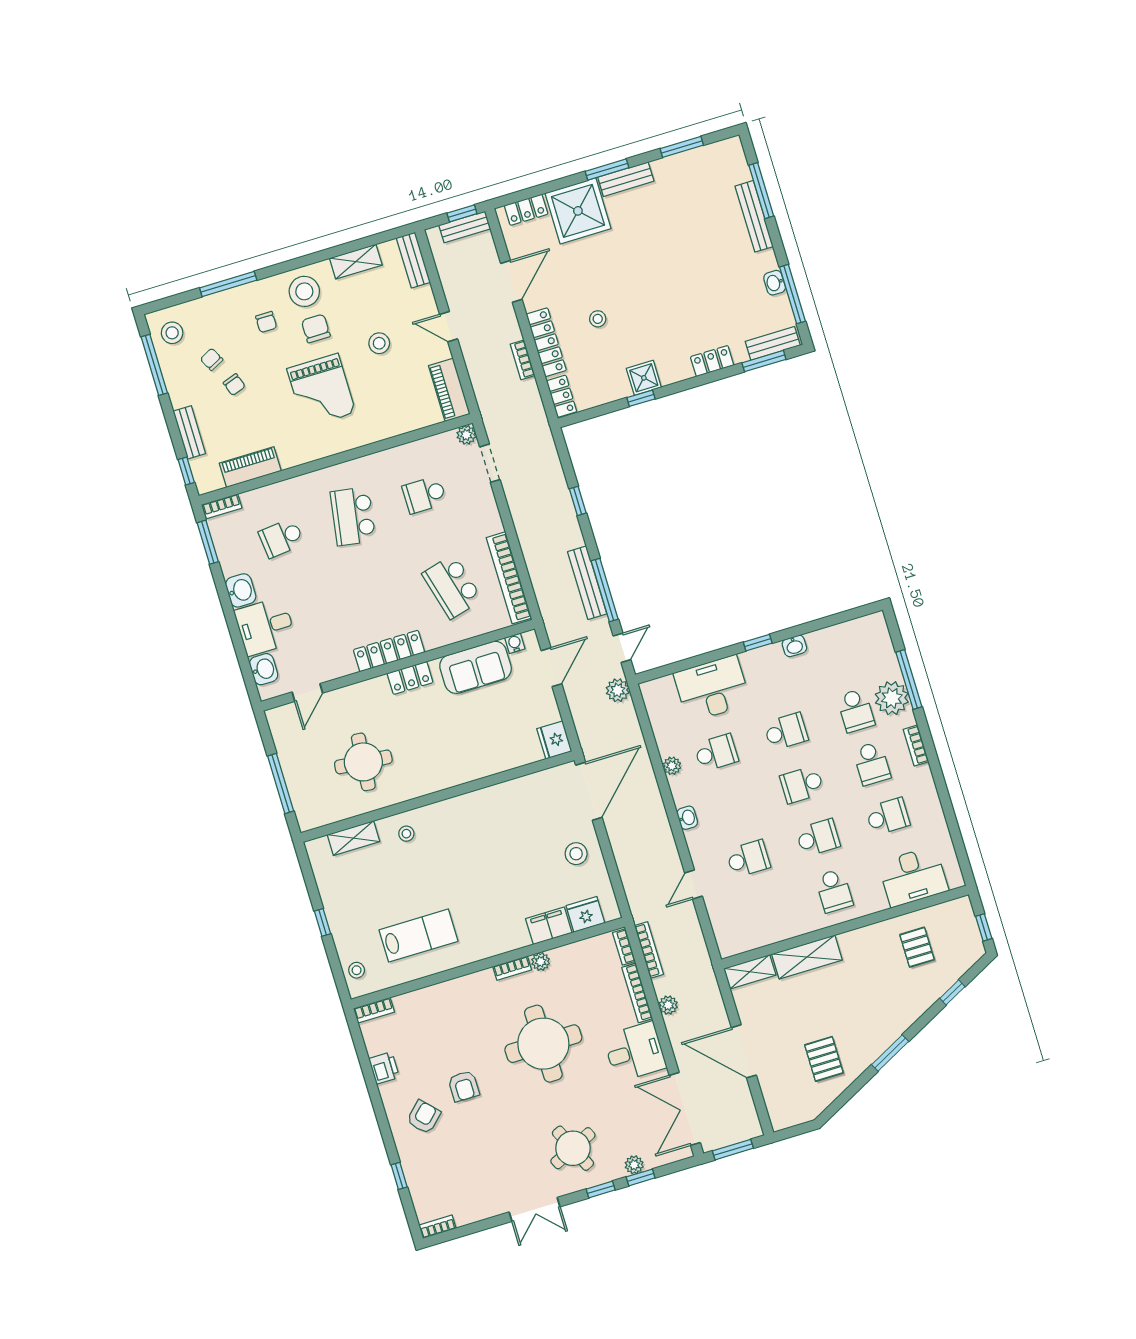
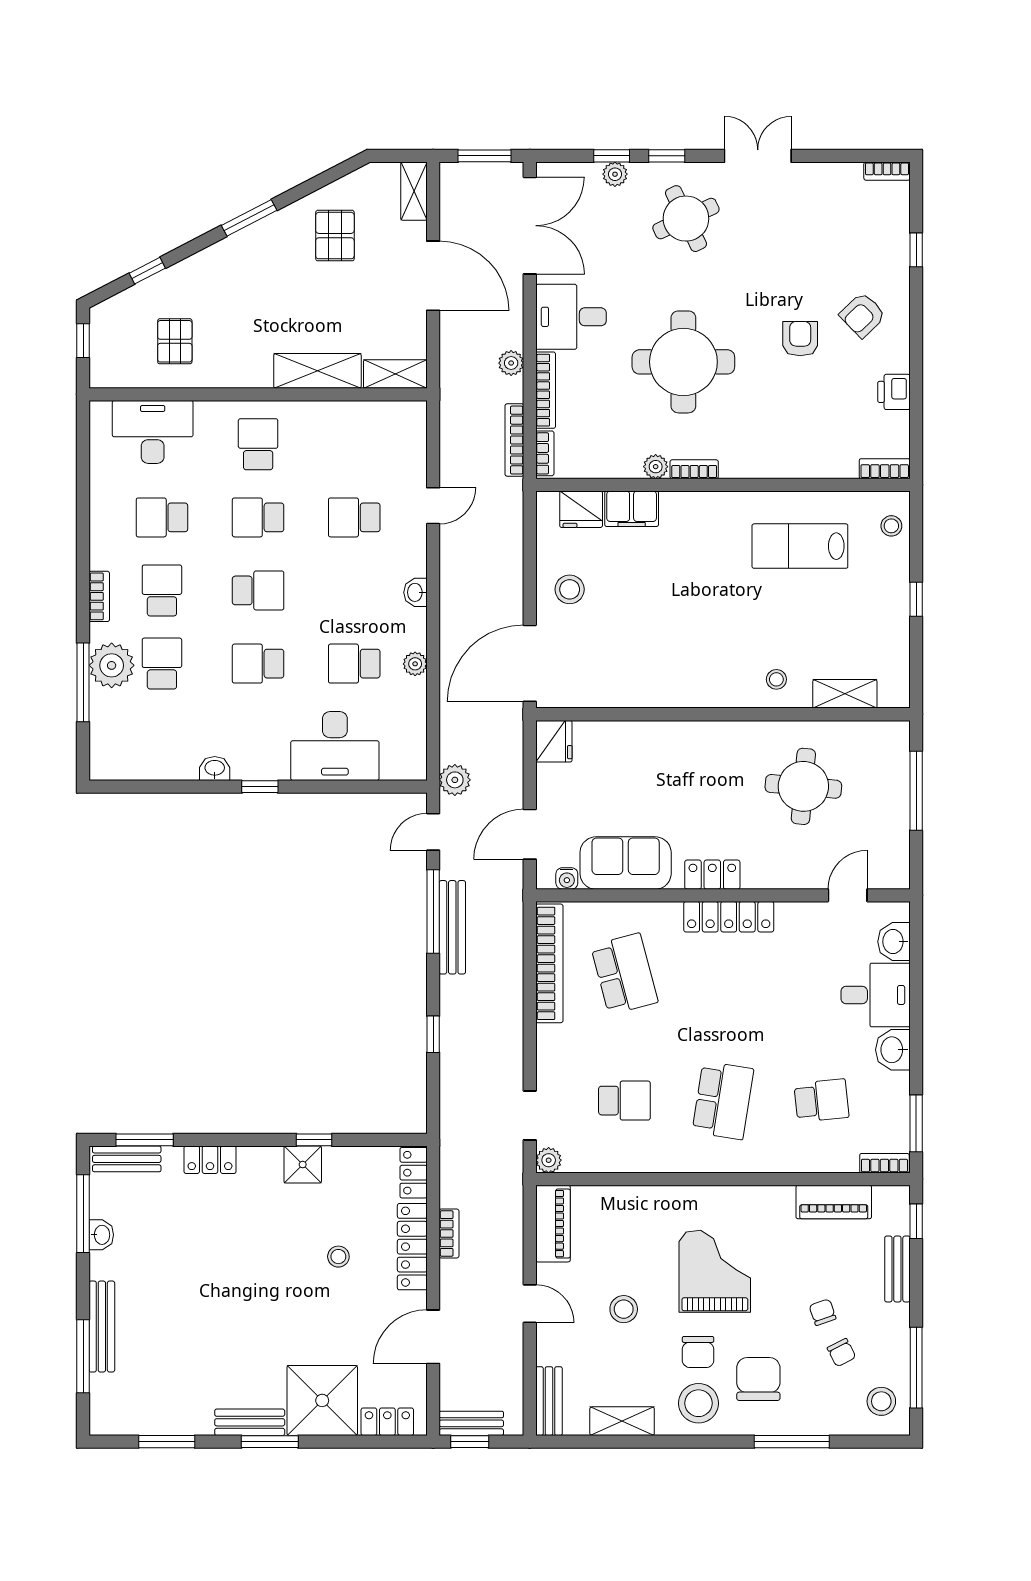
chair: (266, 322) -> (758, 1379), width x1.87, depth x1.87
shelving: (776, 1109) -> (414, 191), added

